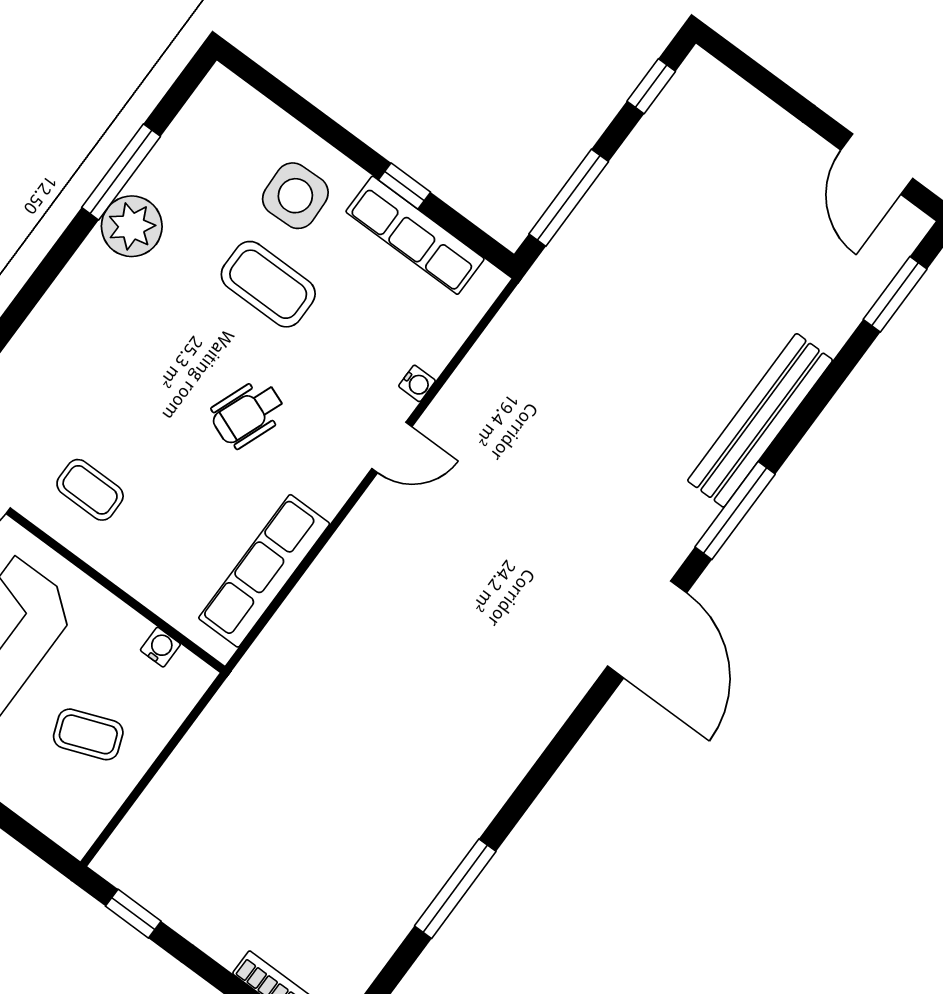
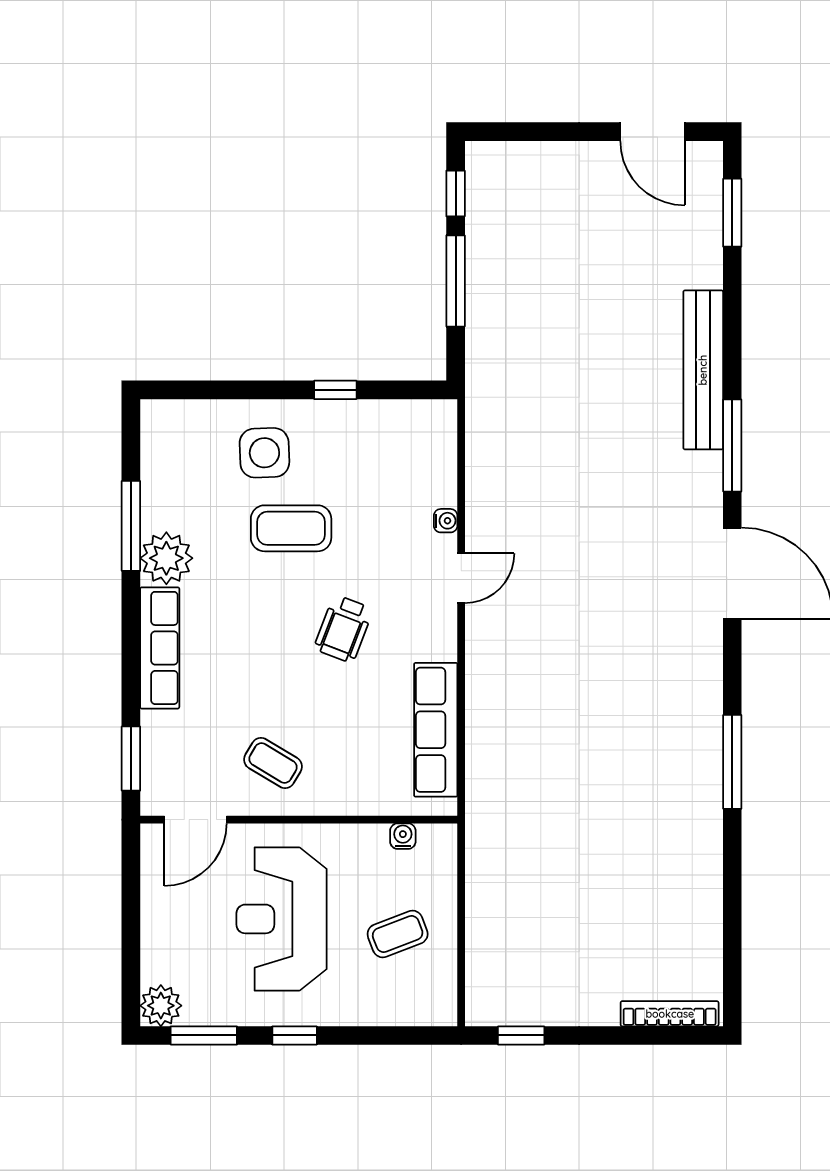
window: (569, 198) -> (456, 281), moved
row of seats: (415, 235) -> (160, 648), moved, turned -90
coffee table: (90, 490) -> (273, 763), turned 31
window: (455, 889) -> (732, 762), moved

